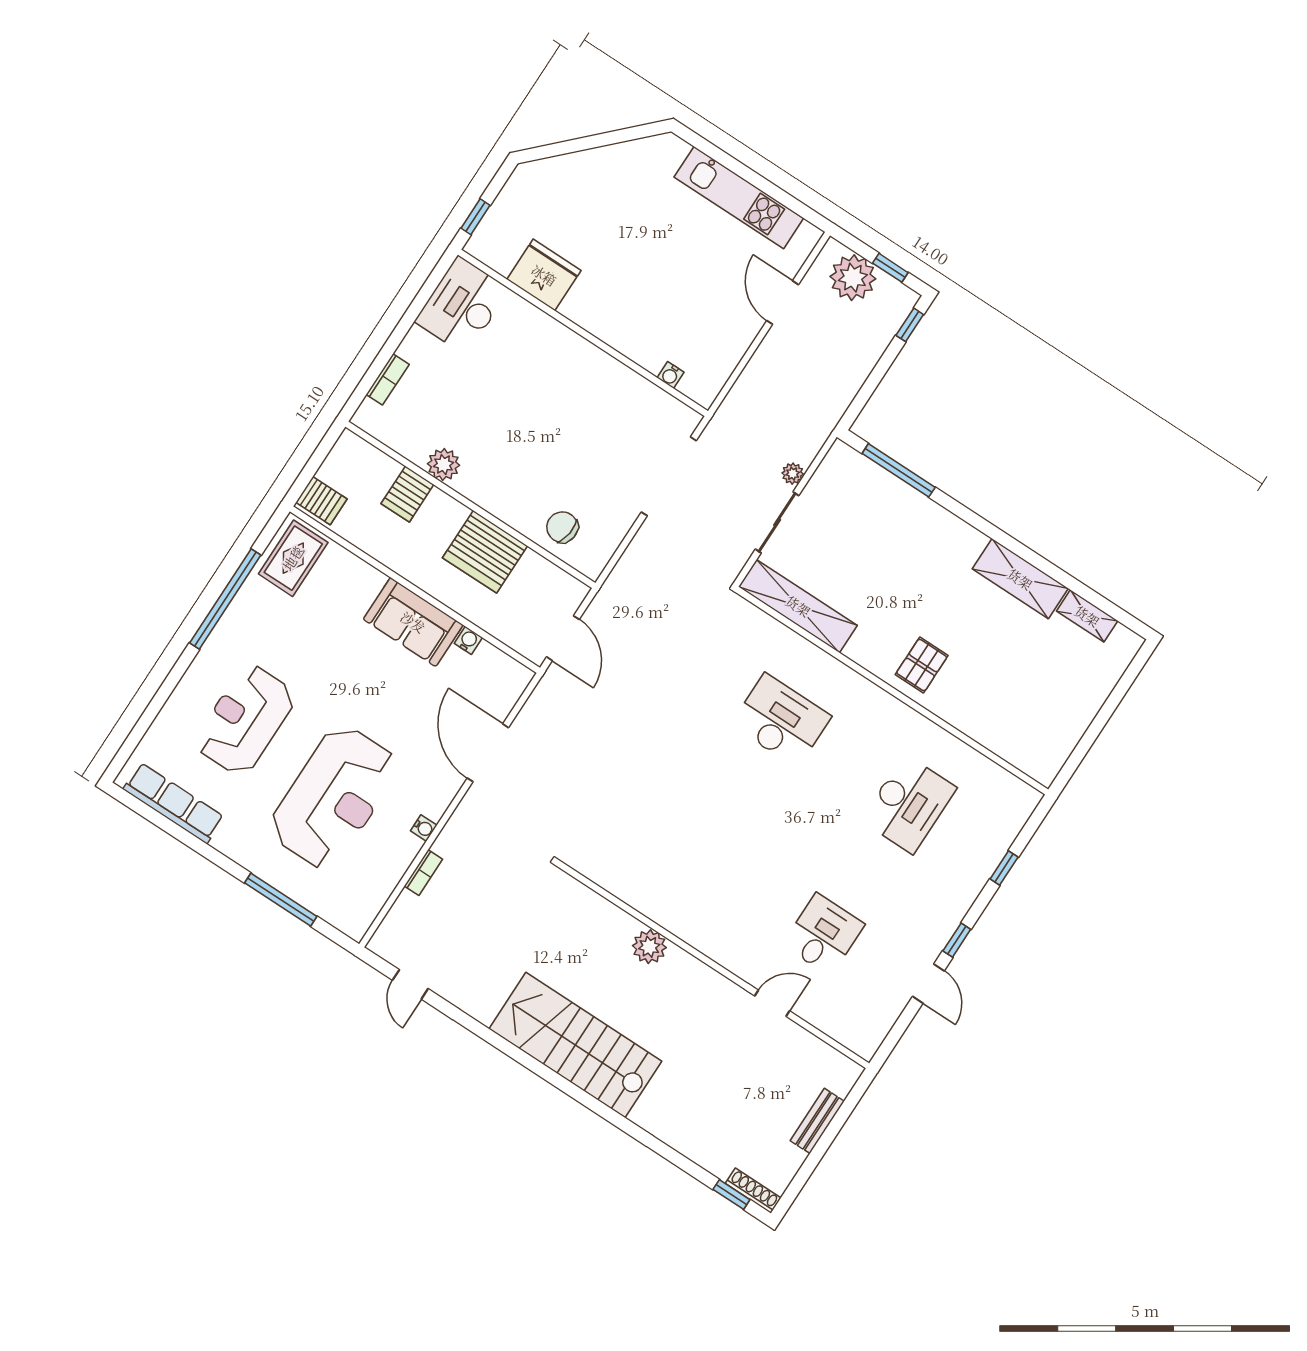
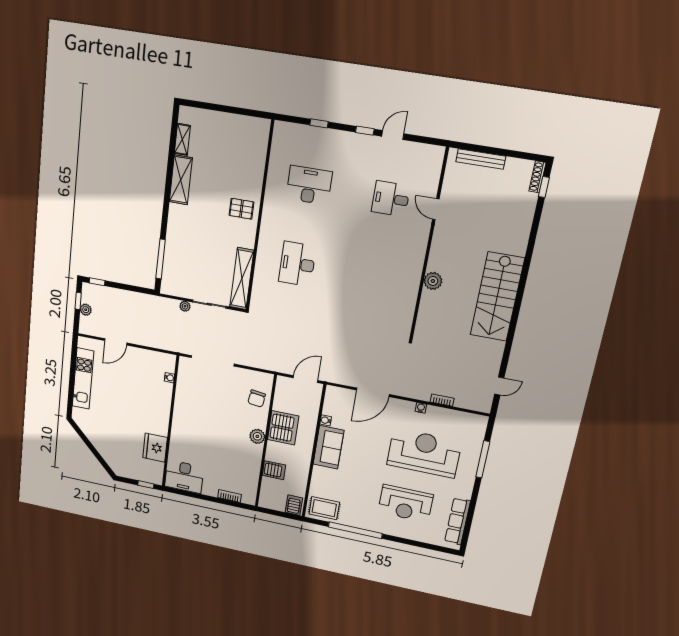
plant: (853, 278) -> (86, 310), width x0.53, depth x0.53
plant: (444, 464) -> (257, 436), moved
bench: (817, 1121) -> (481, 159), width x1.36

